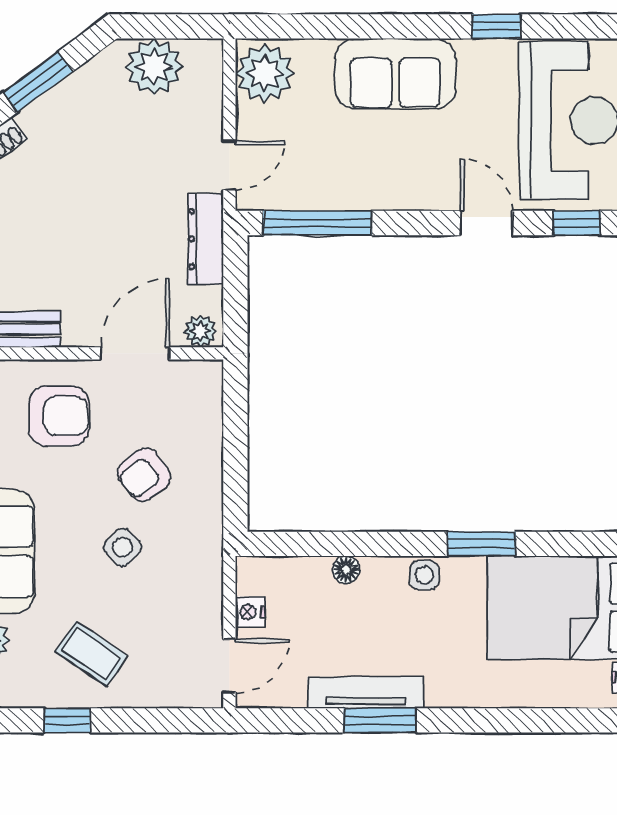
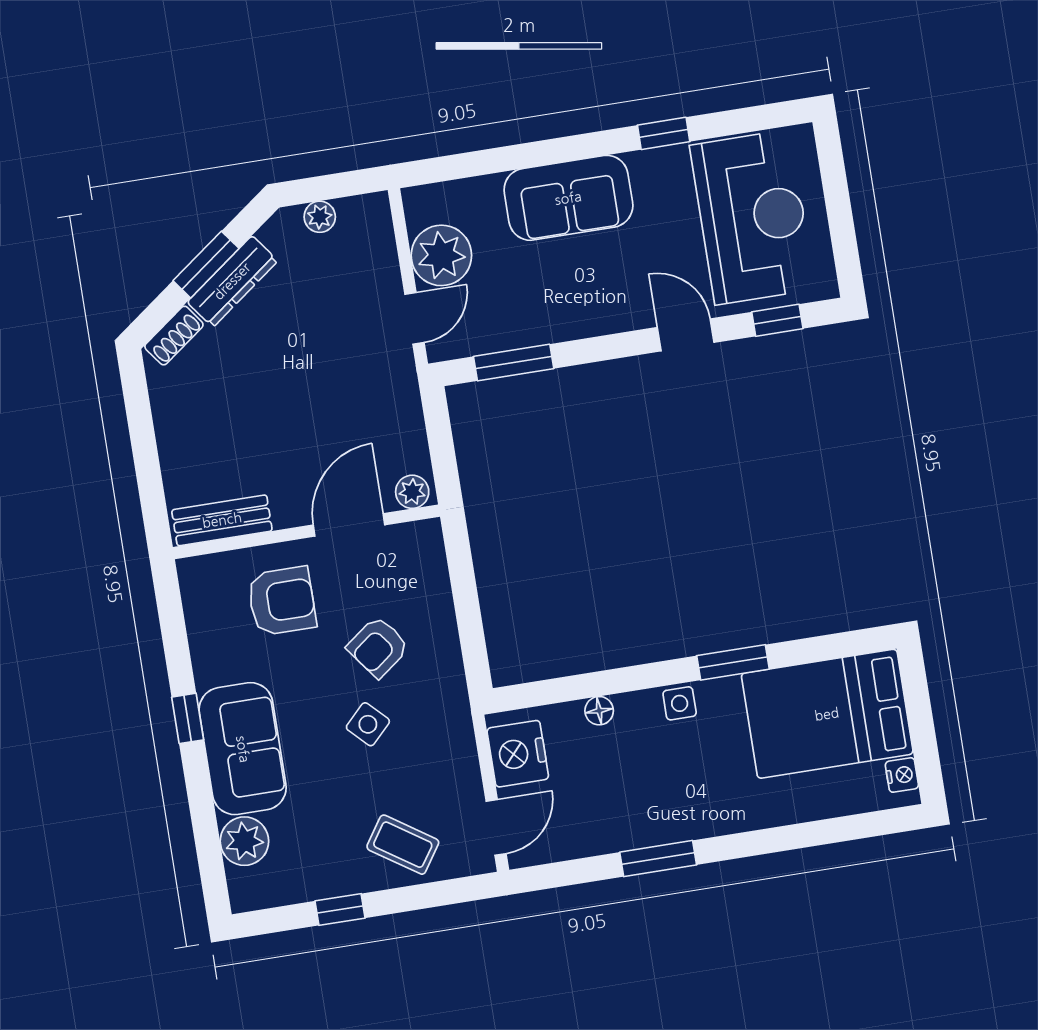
plant: (154, 67) -> (320, 217), width x0.53, depth x0.53
plant: (265, 73) -> (441, 255), moved
window: (318, 223) -> (514, 363), width x0.69
dresser: (206, 239) -> (232, 281), moved, turned -127
nightstand: (250, 612) -> (518, 754), width x1.89, depth x1.79
coffee table: (91, 654) -> (403, 845), moved
tv unit: (366, 693) -> (639, 833), removed

